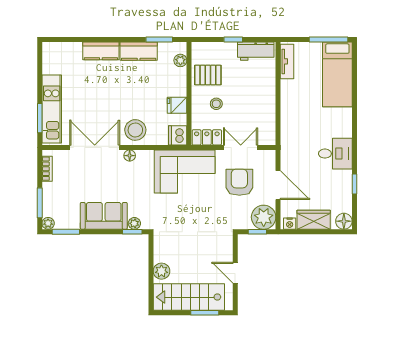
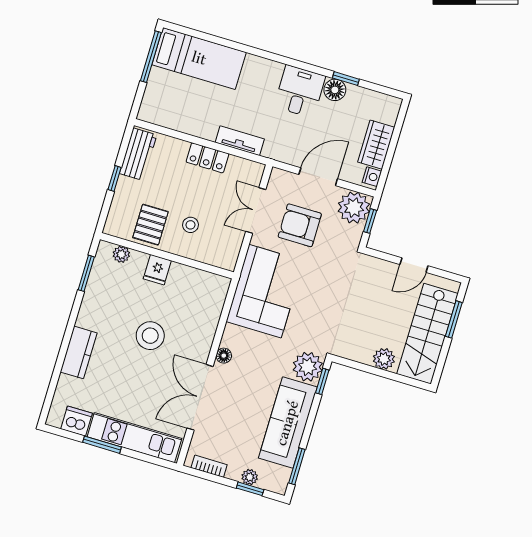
kitchen counter: (139, 51) -> (93, 304), removed
tv unit: (287, 61) -> (240, 141), moved
fridge: (177, 105) -> (157, 270), moved
window: (40, 118) -> (102, 445), moved
stool: (135, 130) -> (150, 336), moved
dishwasher: (178, 135) -> (76, 421), moved, turned 180
locker: (207, 137) -> (207, 158), moved, turned -90
window: (40, 203) -> (250, 489), width x0.67
sofa: (104, 216) -> (288, 423), width x1.36
floor lamp: (344, 221) -> (335, 90), moved
plant: (48, 223) -> (250, 477), moved
plant: (134, 223) -> (308, 367), width x1.88, depth x1.88

